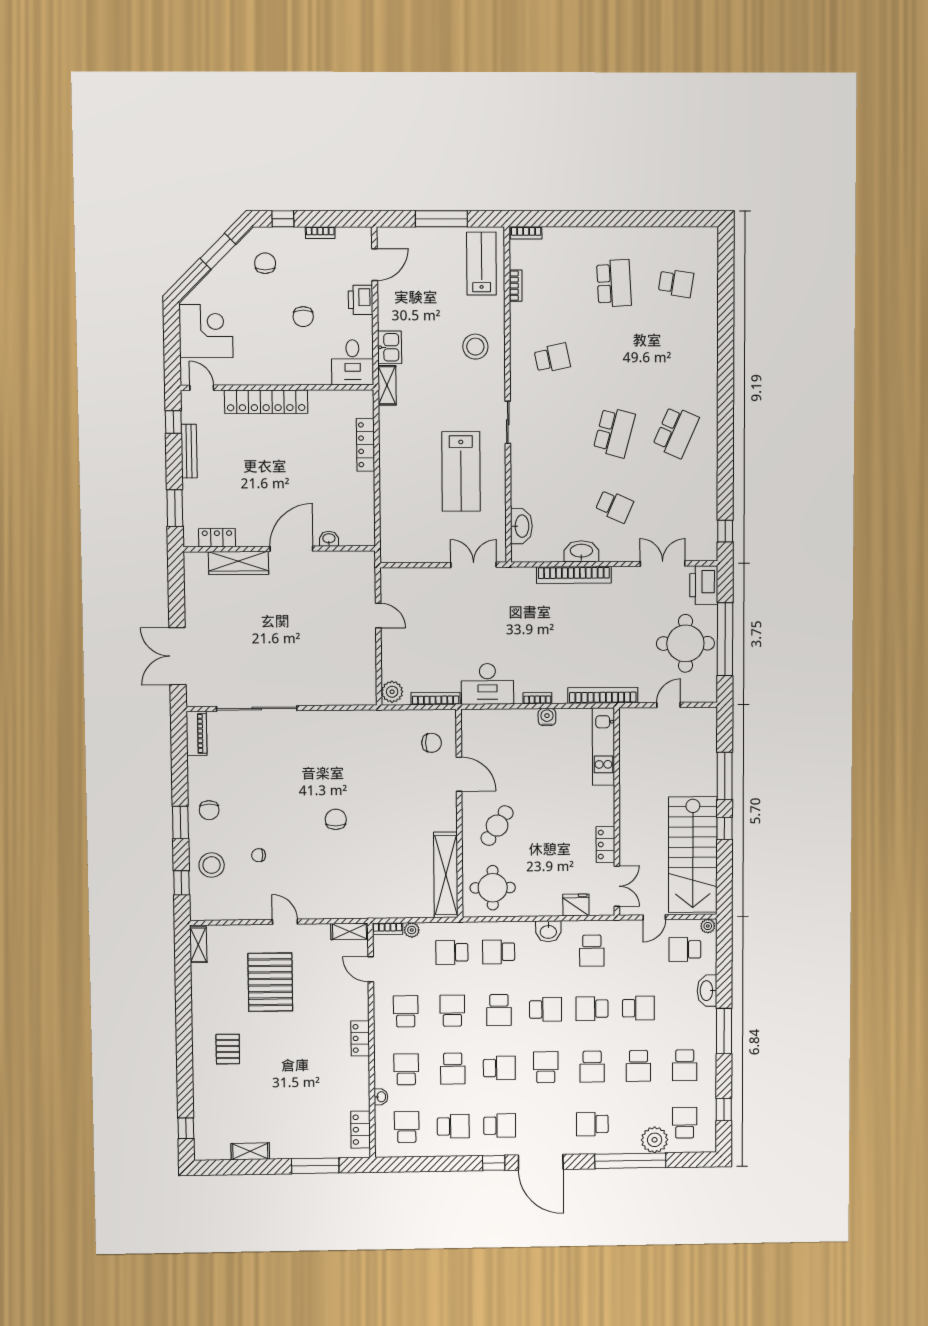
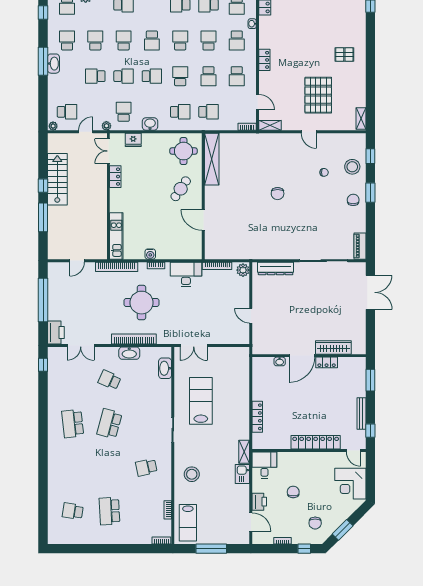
door: (375, 265) -> (251, 522), swing flipped
school desk: (676, 432) -> (73, 424), turned -30
locker: (217, 538) -> (327, 362), moved
round table: (685, 643) -> (142, 303), moved
dresser: (338, 695) -> (276, 268), added
chair: (432, 743) -> (220, 239), removed
stairs: (693, 855) -> (57, 179), width x0.73, depth x0.66
plant: (412, 930) -> (106, 126), moved
washbasin: (707, 991) -> (53, 64), moved
school desk: (546, 1009) -> (152, 76), turned 180
pallet: (228, 1049) -> (344, 54), turned 90
school desk: (499, 1068) -> (180, 40), turned 90

